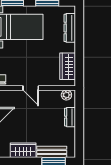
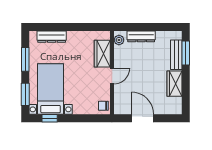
wardrobe: (68, 66) -> (102, 54), moved, turned 90
dresser: (70, 117) -> (141, 36), width x1.44

